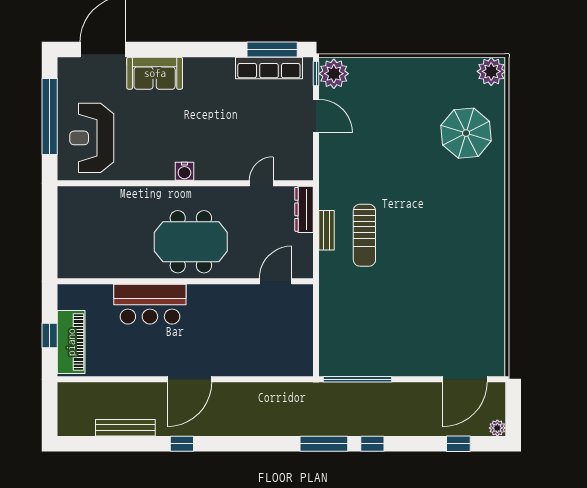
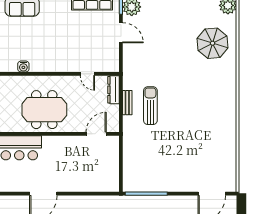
water cooler: (184, 171) -> (23, 66), moved
door: (261, 183) -> (87, 74), swing flipped
sun lounger: (364, 235) -> (150, 106), turned 180

